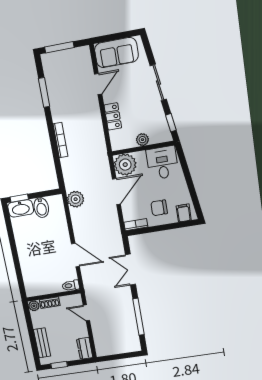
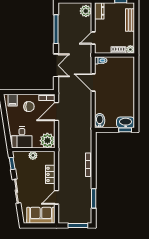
door: (116, 192) -> (57, 112), moved
plant: (76, 199) -> (86, 11), moved
bidet: (41, 208) -> (100, 121), moved
door: (86, 313) -> (93, 38), swing flipped

